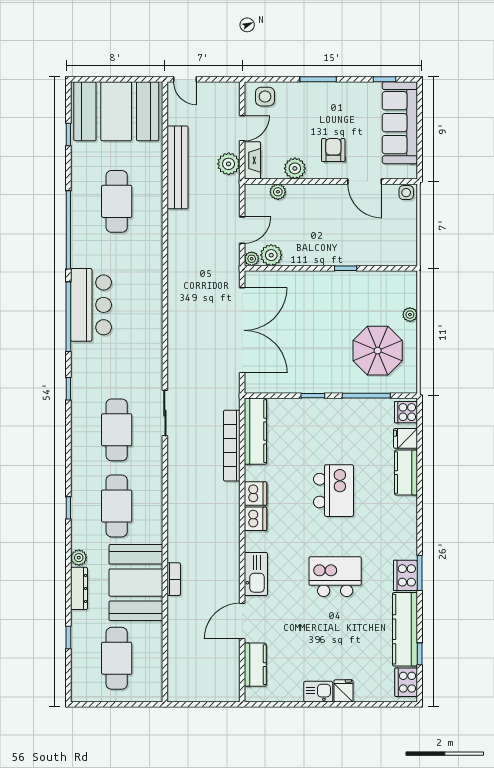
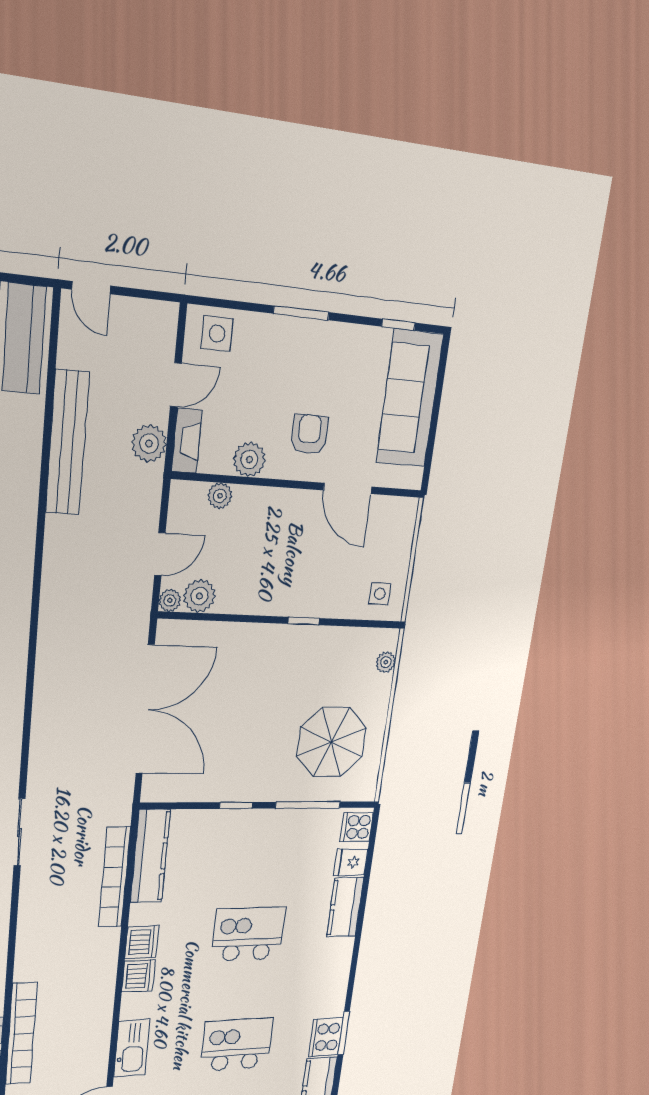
side table: (406, 193) -> (380, 594), moved
plant: (410, 315) -> (386, 662), moved
kitchen island: (333, 491) -> (248, 934), turned -90
bookcase: (174, 579) -> (21, 1034), width x2.31, depth x1.31

